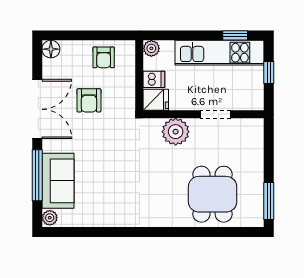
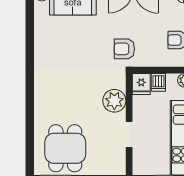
armchair: (89, 100) -> (124, 49), moved
dining table: (213, 194) -> (65, 148), moved, turned 90

